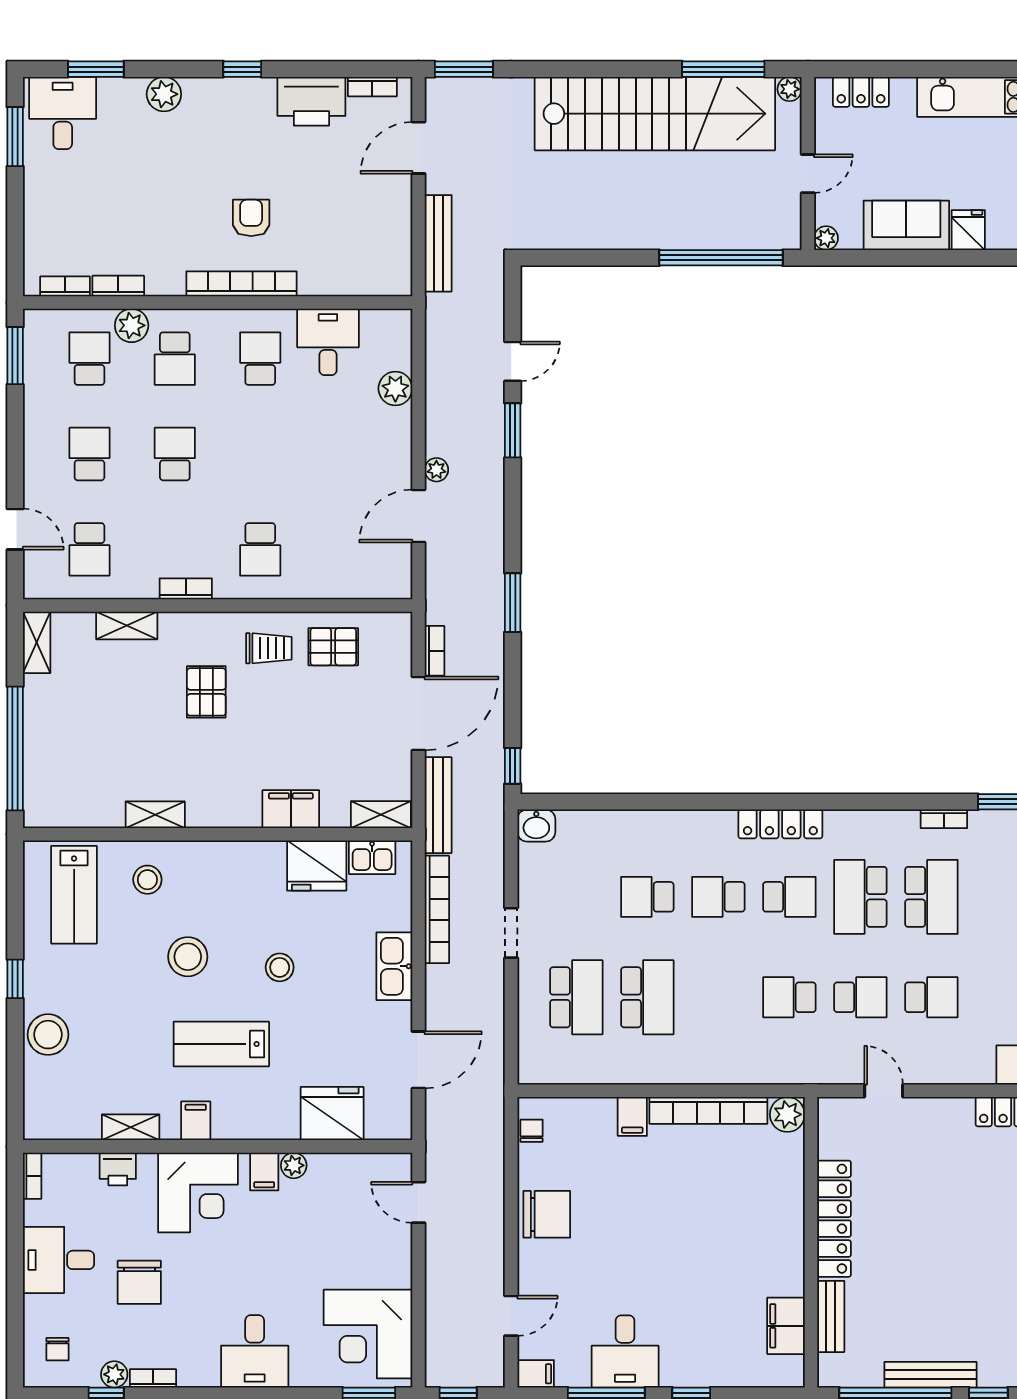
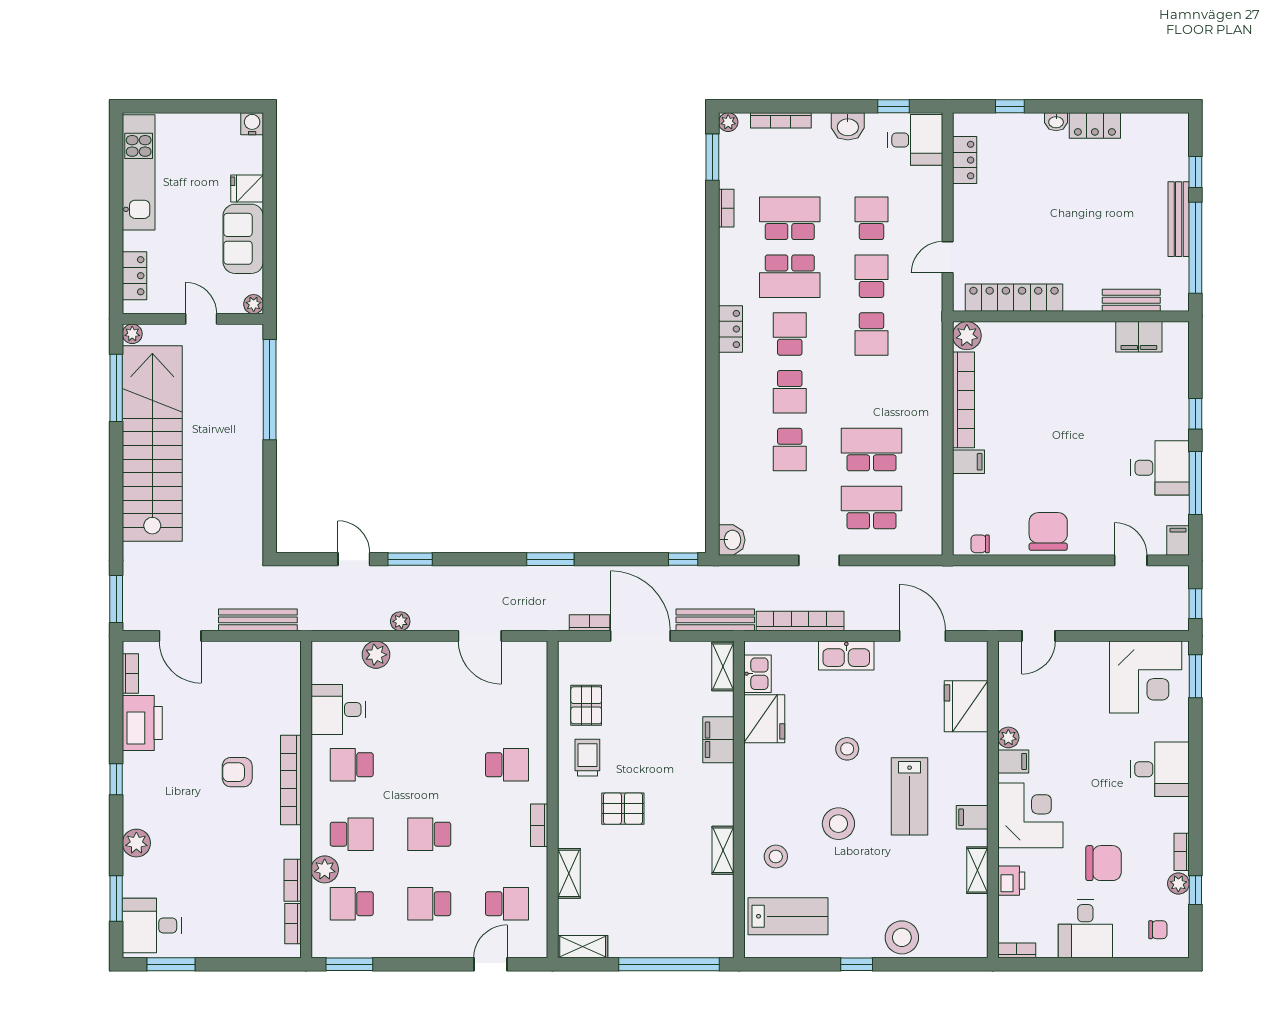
plant: (436, 470) -> (400, 621), moved
locker: (780, 824) -> (730, 329), width x0.66
locker: (834, 1219) -> (1014, 298), moved

